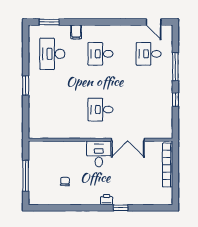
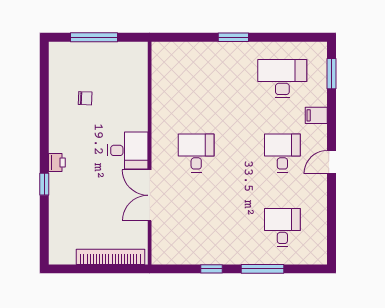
door: (154, 22) -> (332, 162), moved

